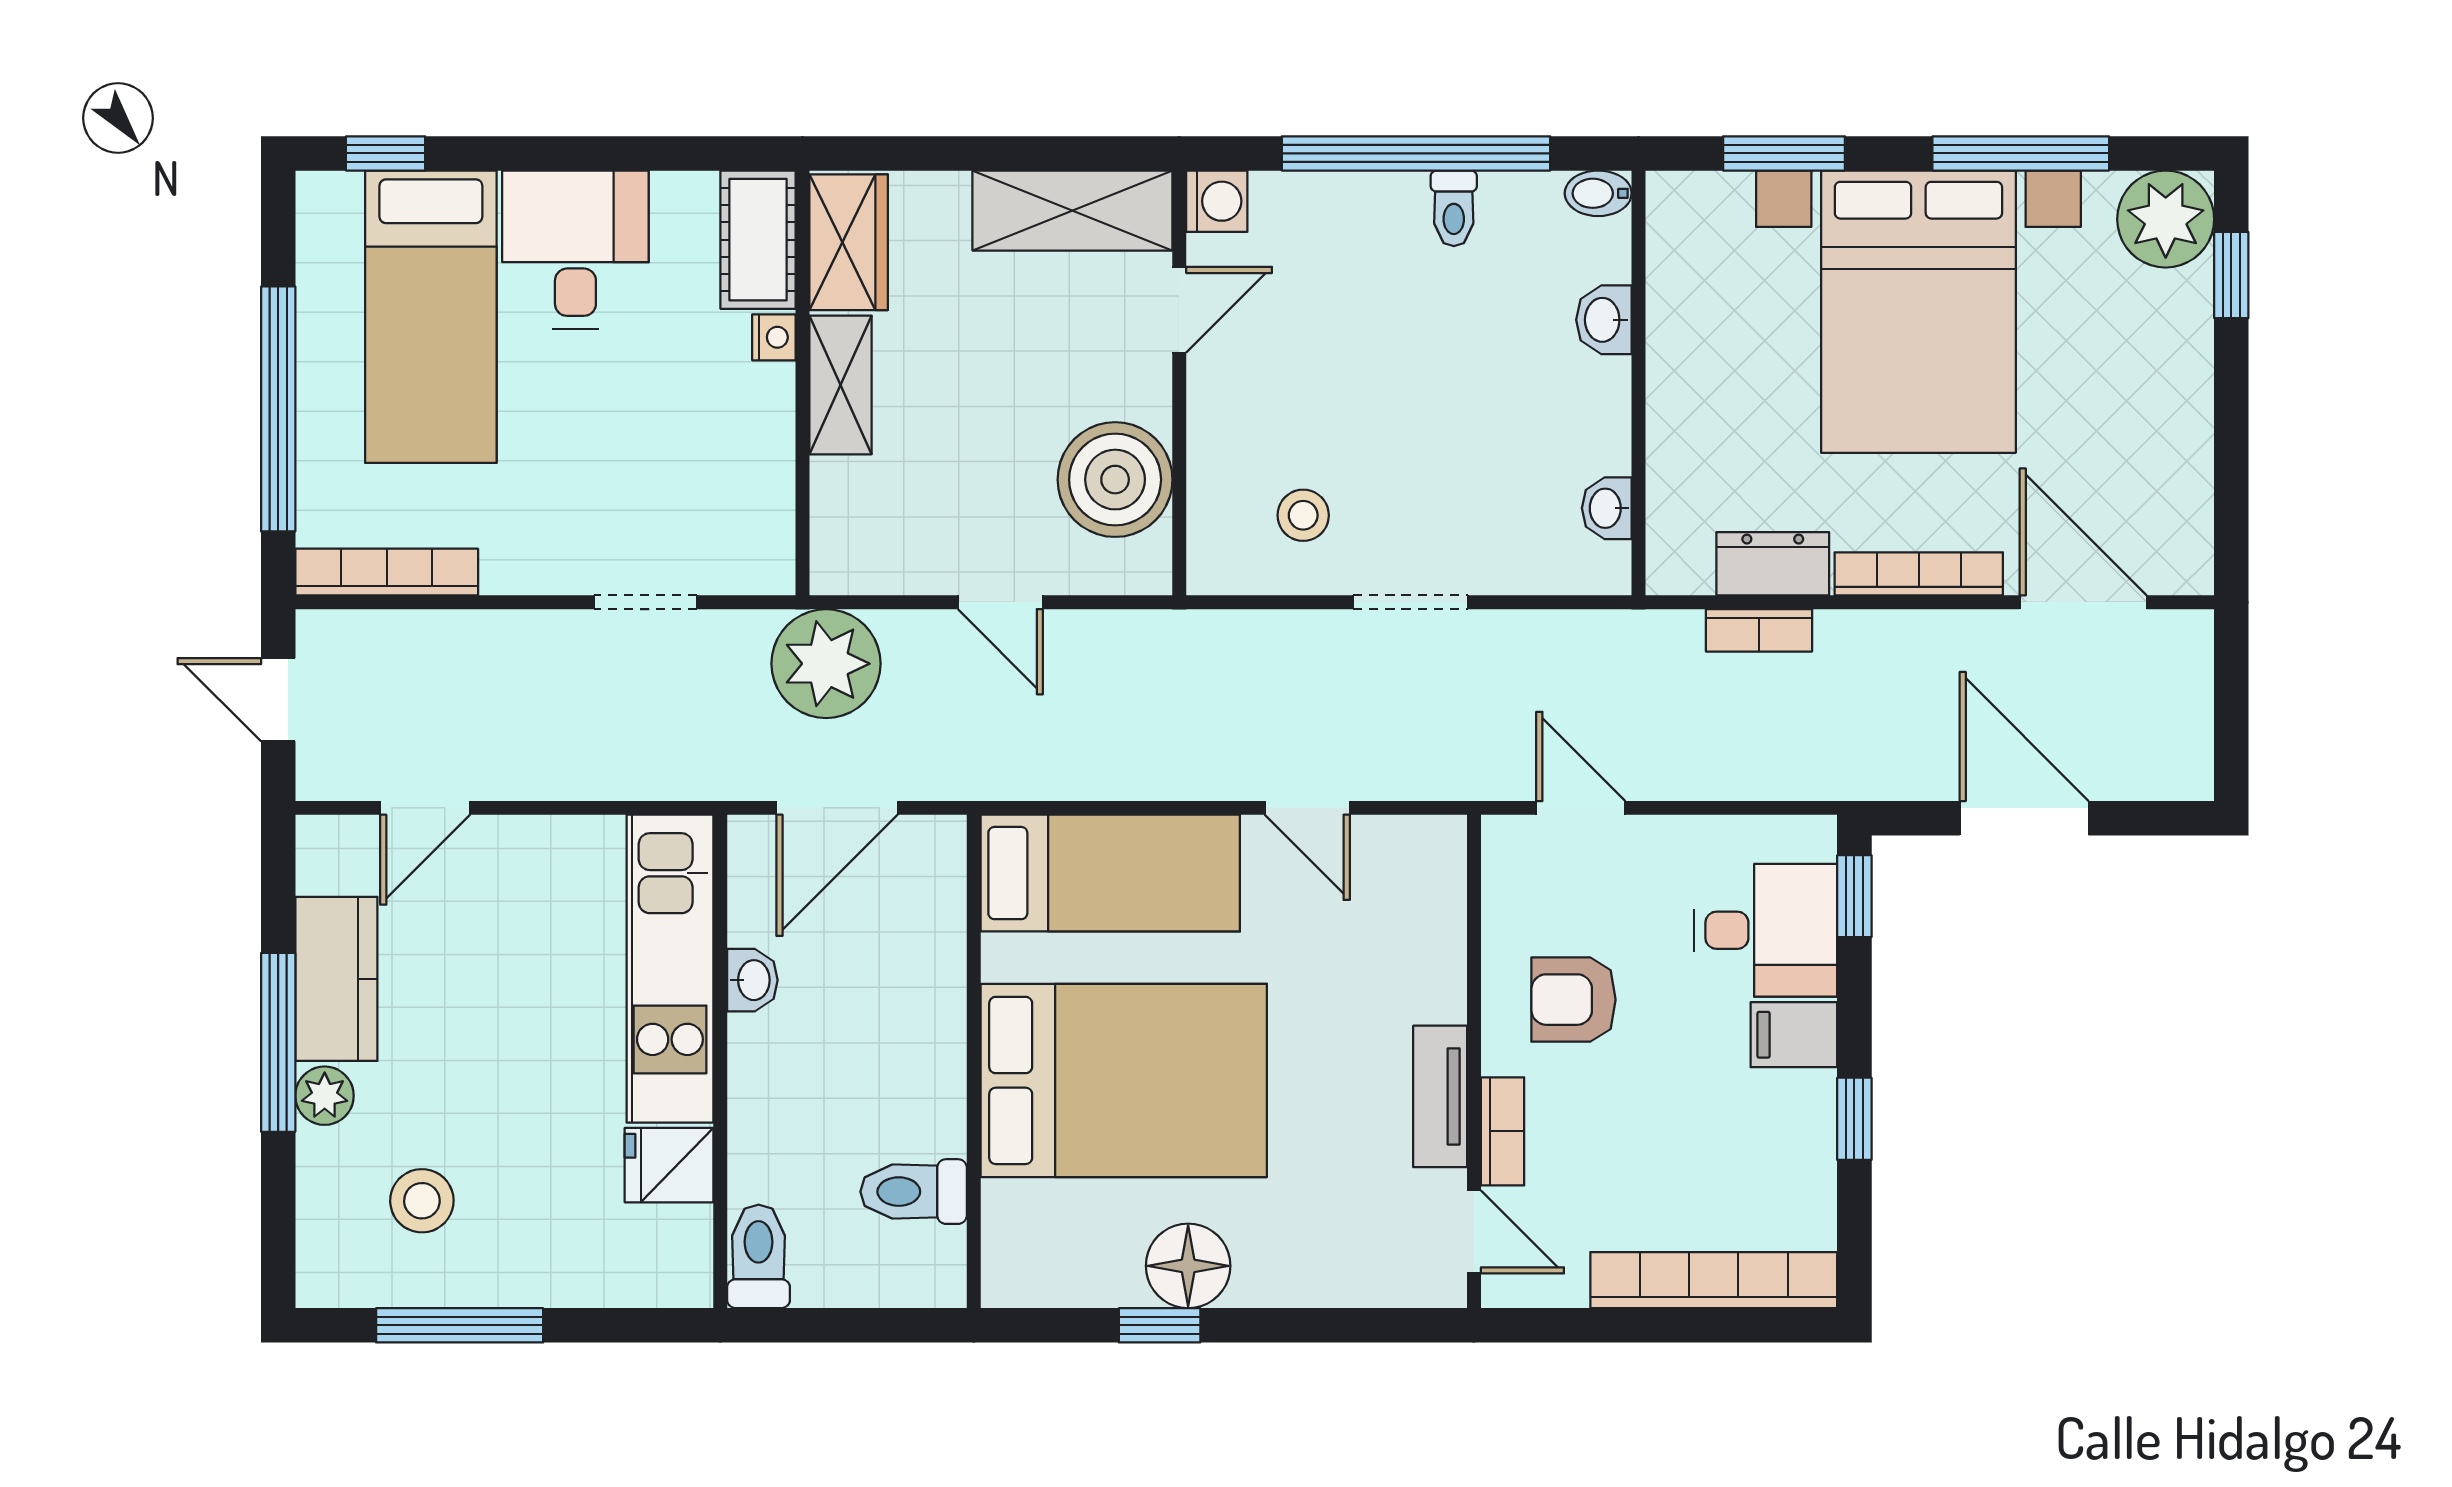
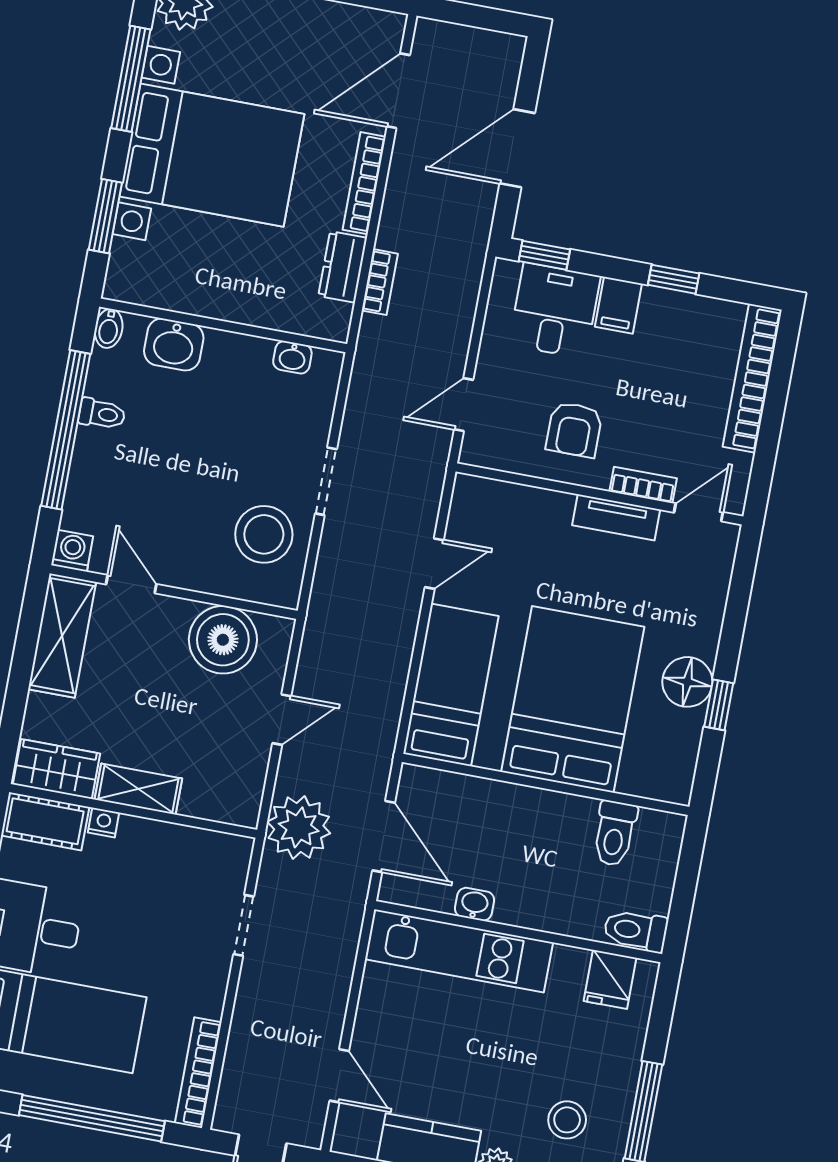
washbasin: (1604, 320) -> (174, 345), width x1.38, depth x1.45
stool: (1303, 515) -> (264, 534), width x1.89, depth x1.89
fridge: (669, 1165) -> (610, 979), moved

